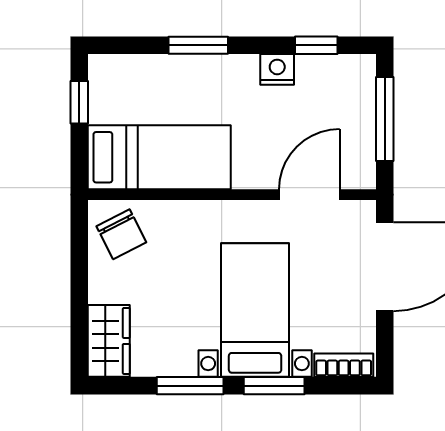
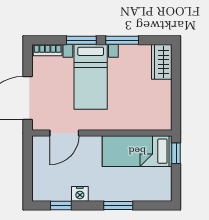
window: (79, 102) -> (176, 153), moved
window: (385, 119) -> (28, 170), removed
chair: (121, 234) -> (156, 114), removed

